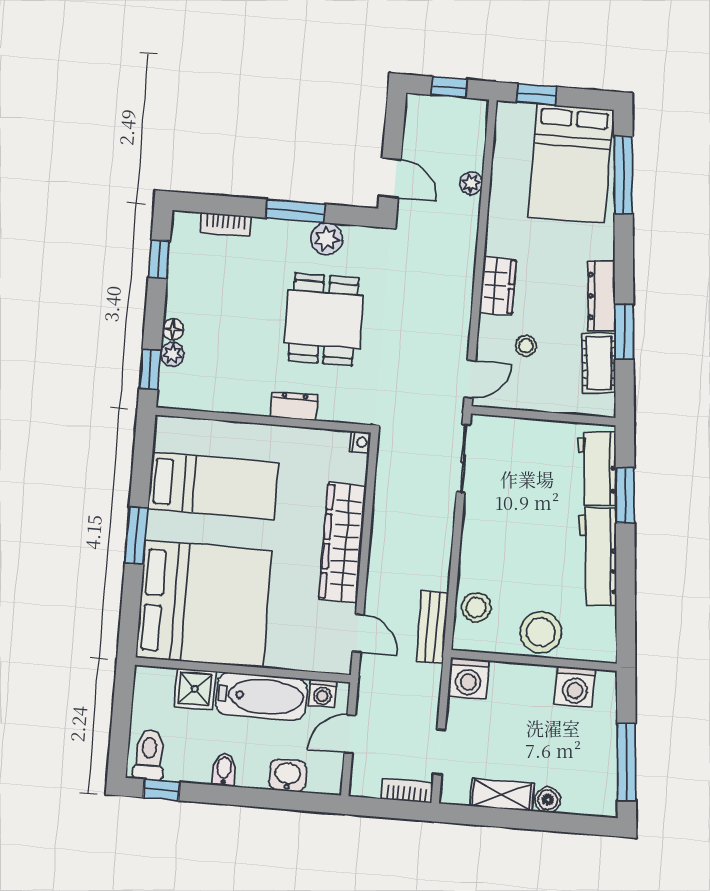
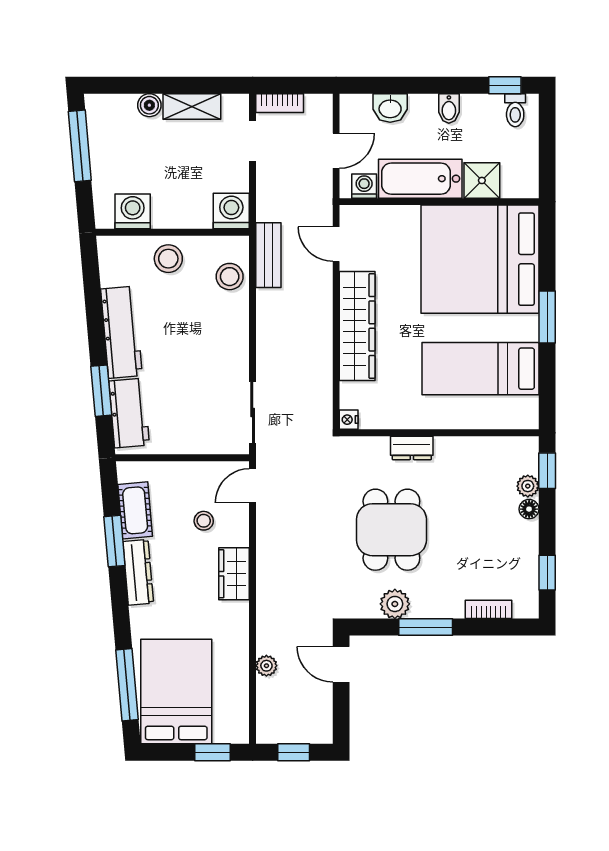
stool: (541, 632) -> (168, 259), width x0.73, depth x0.73
toilet: (149, 755) -> (515, 110), width x0.73, depth x0.72

